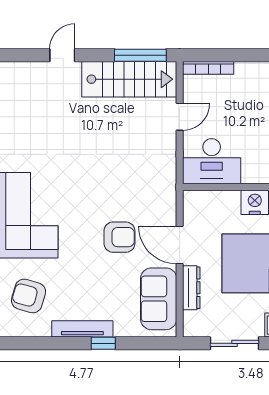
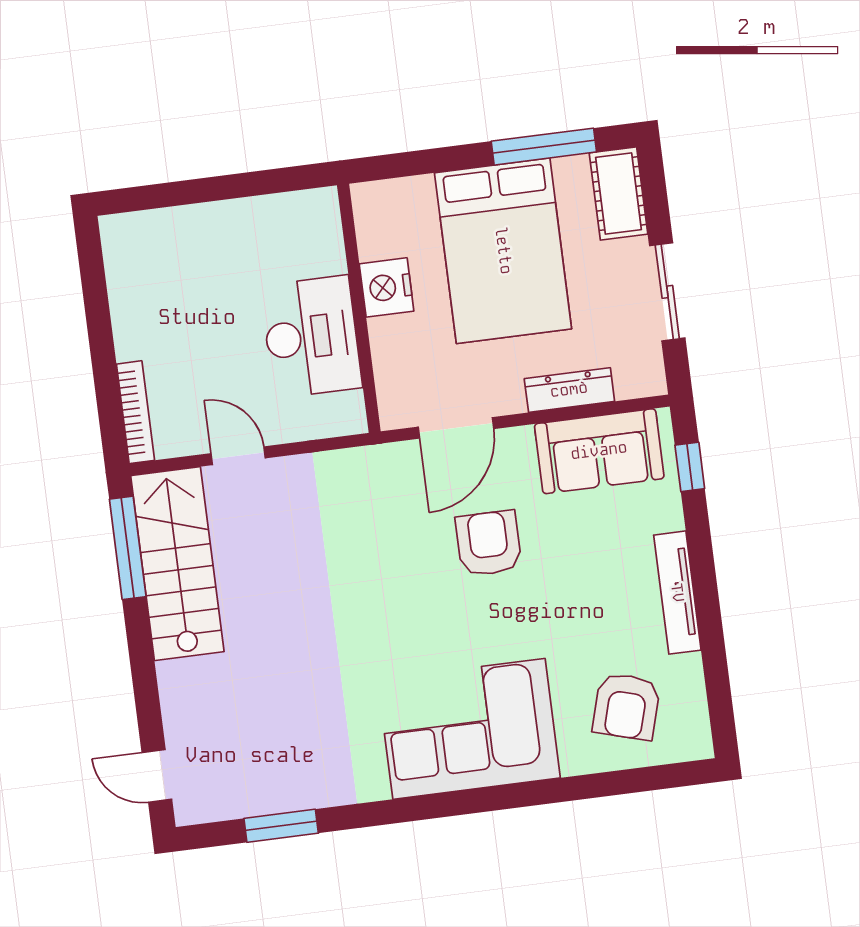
door: (62, 55) -> (157, 776), moved
desk: (212, 161) -> (311, 337), moved
door: (180, 245) -> (456, 428), moved
window: (103, 343) -> (690, 467), moved

